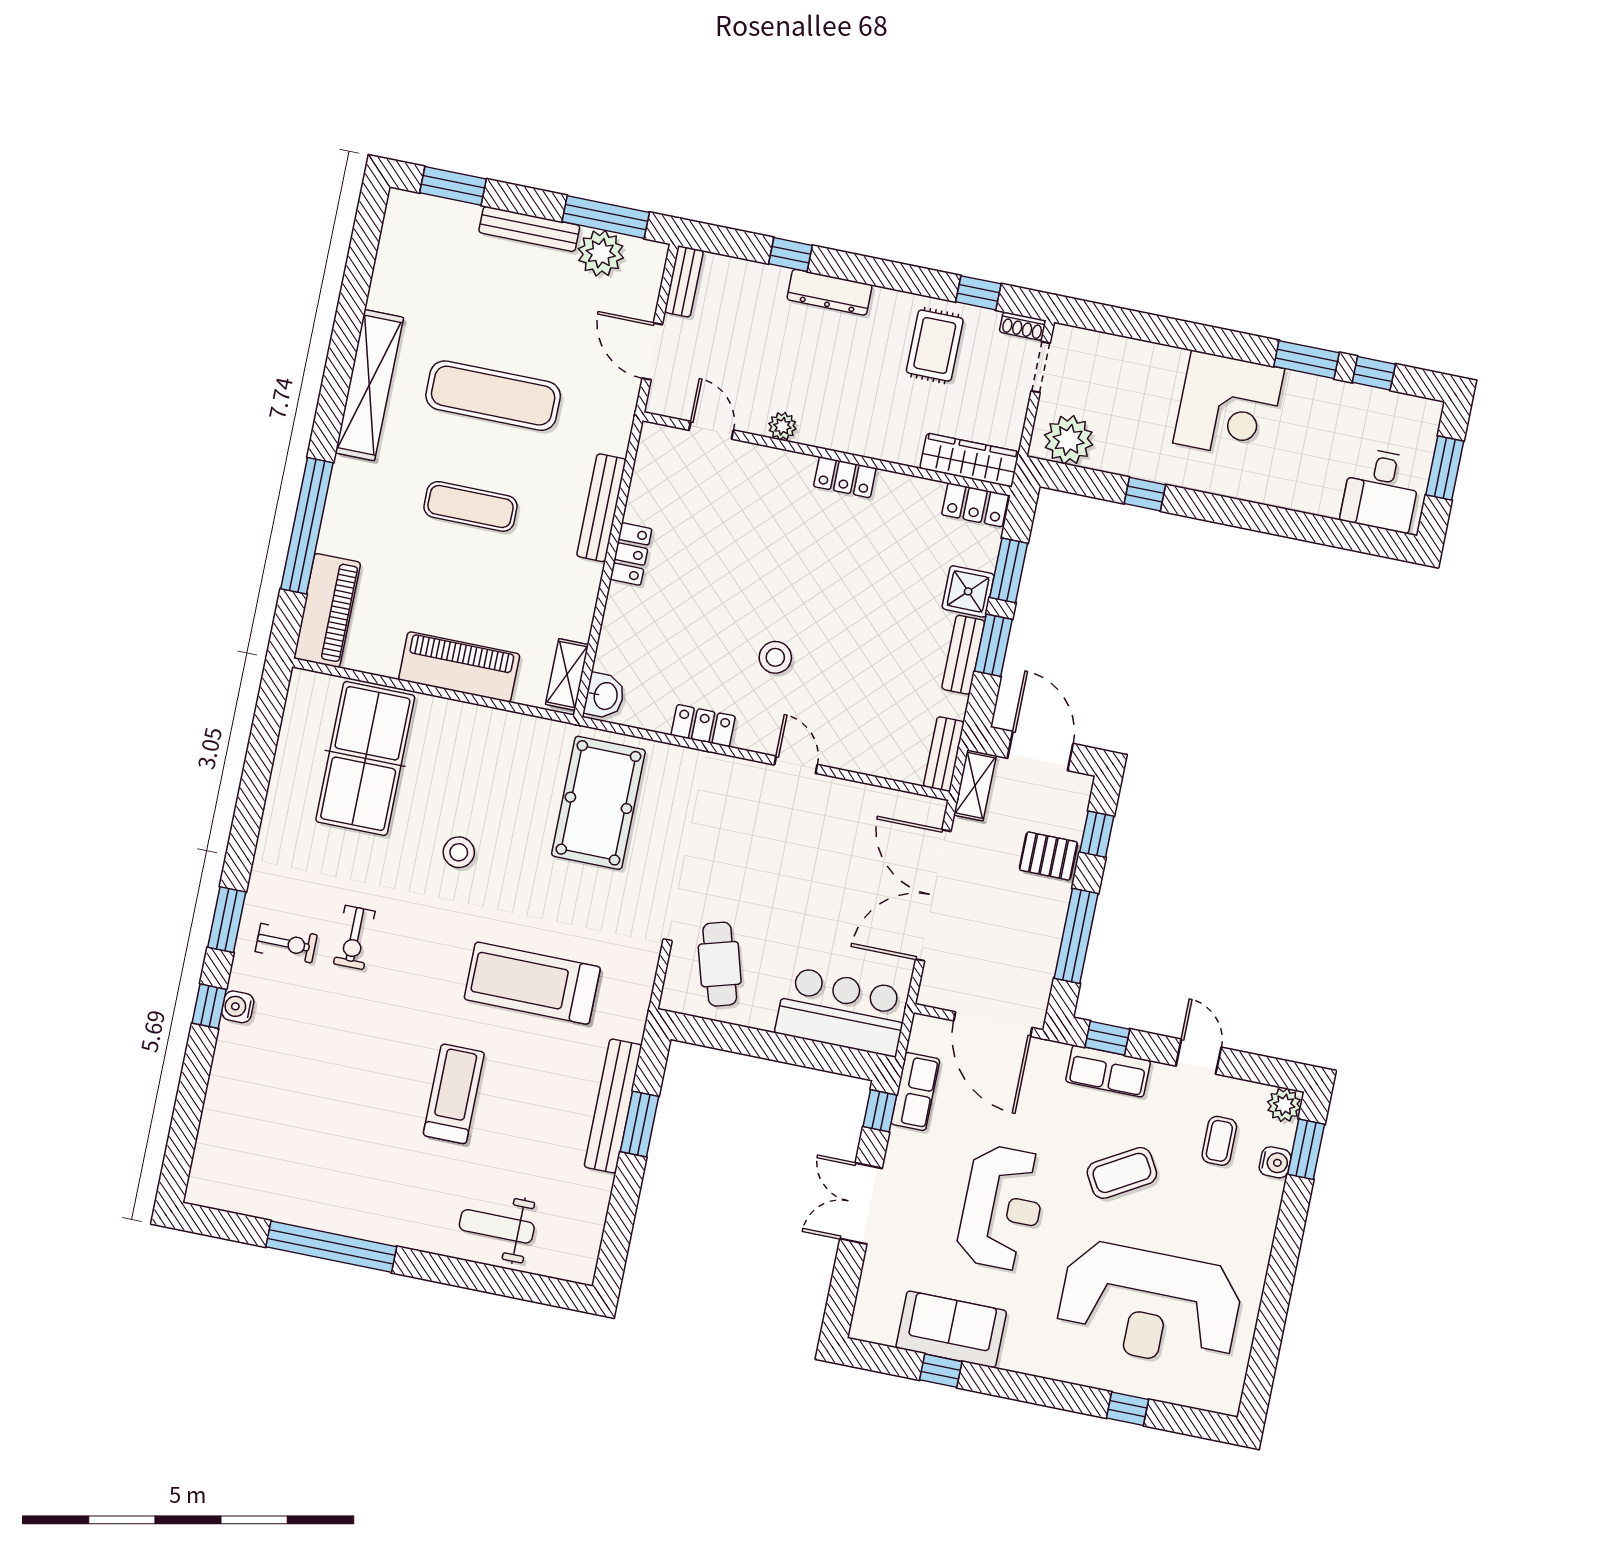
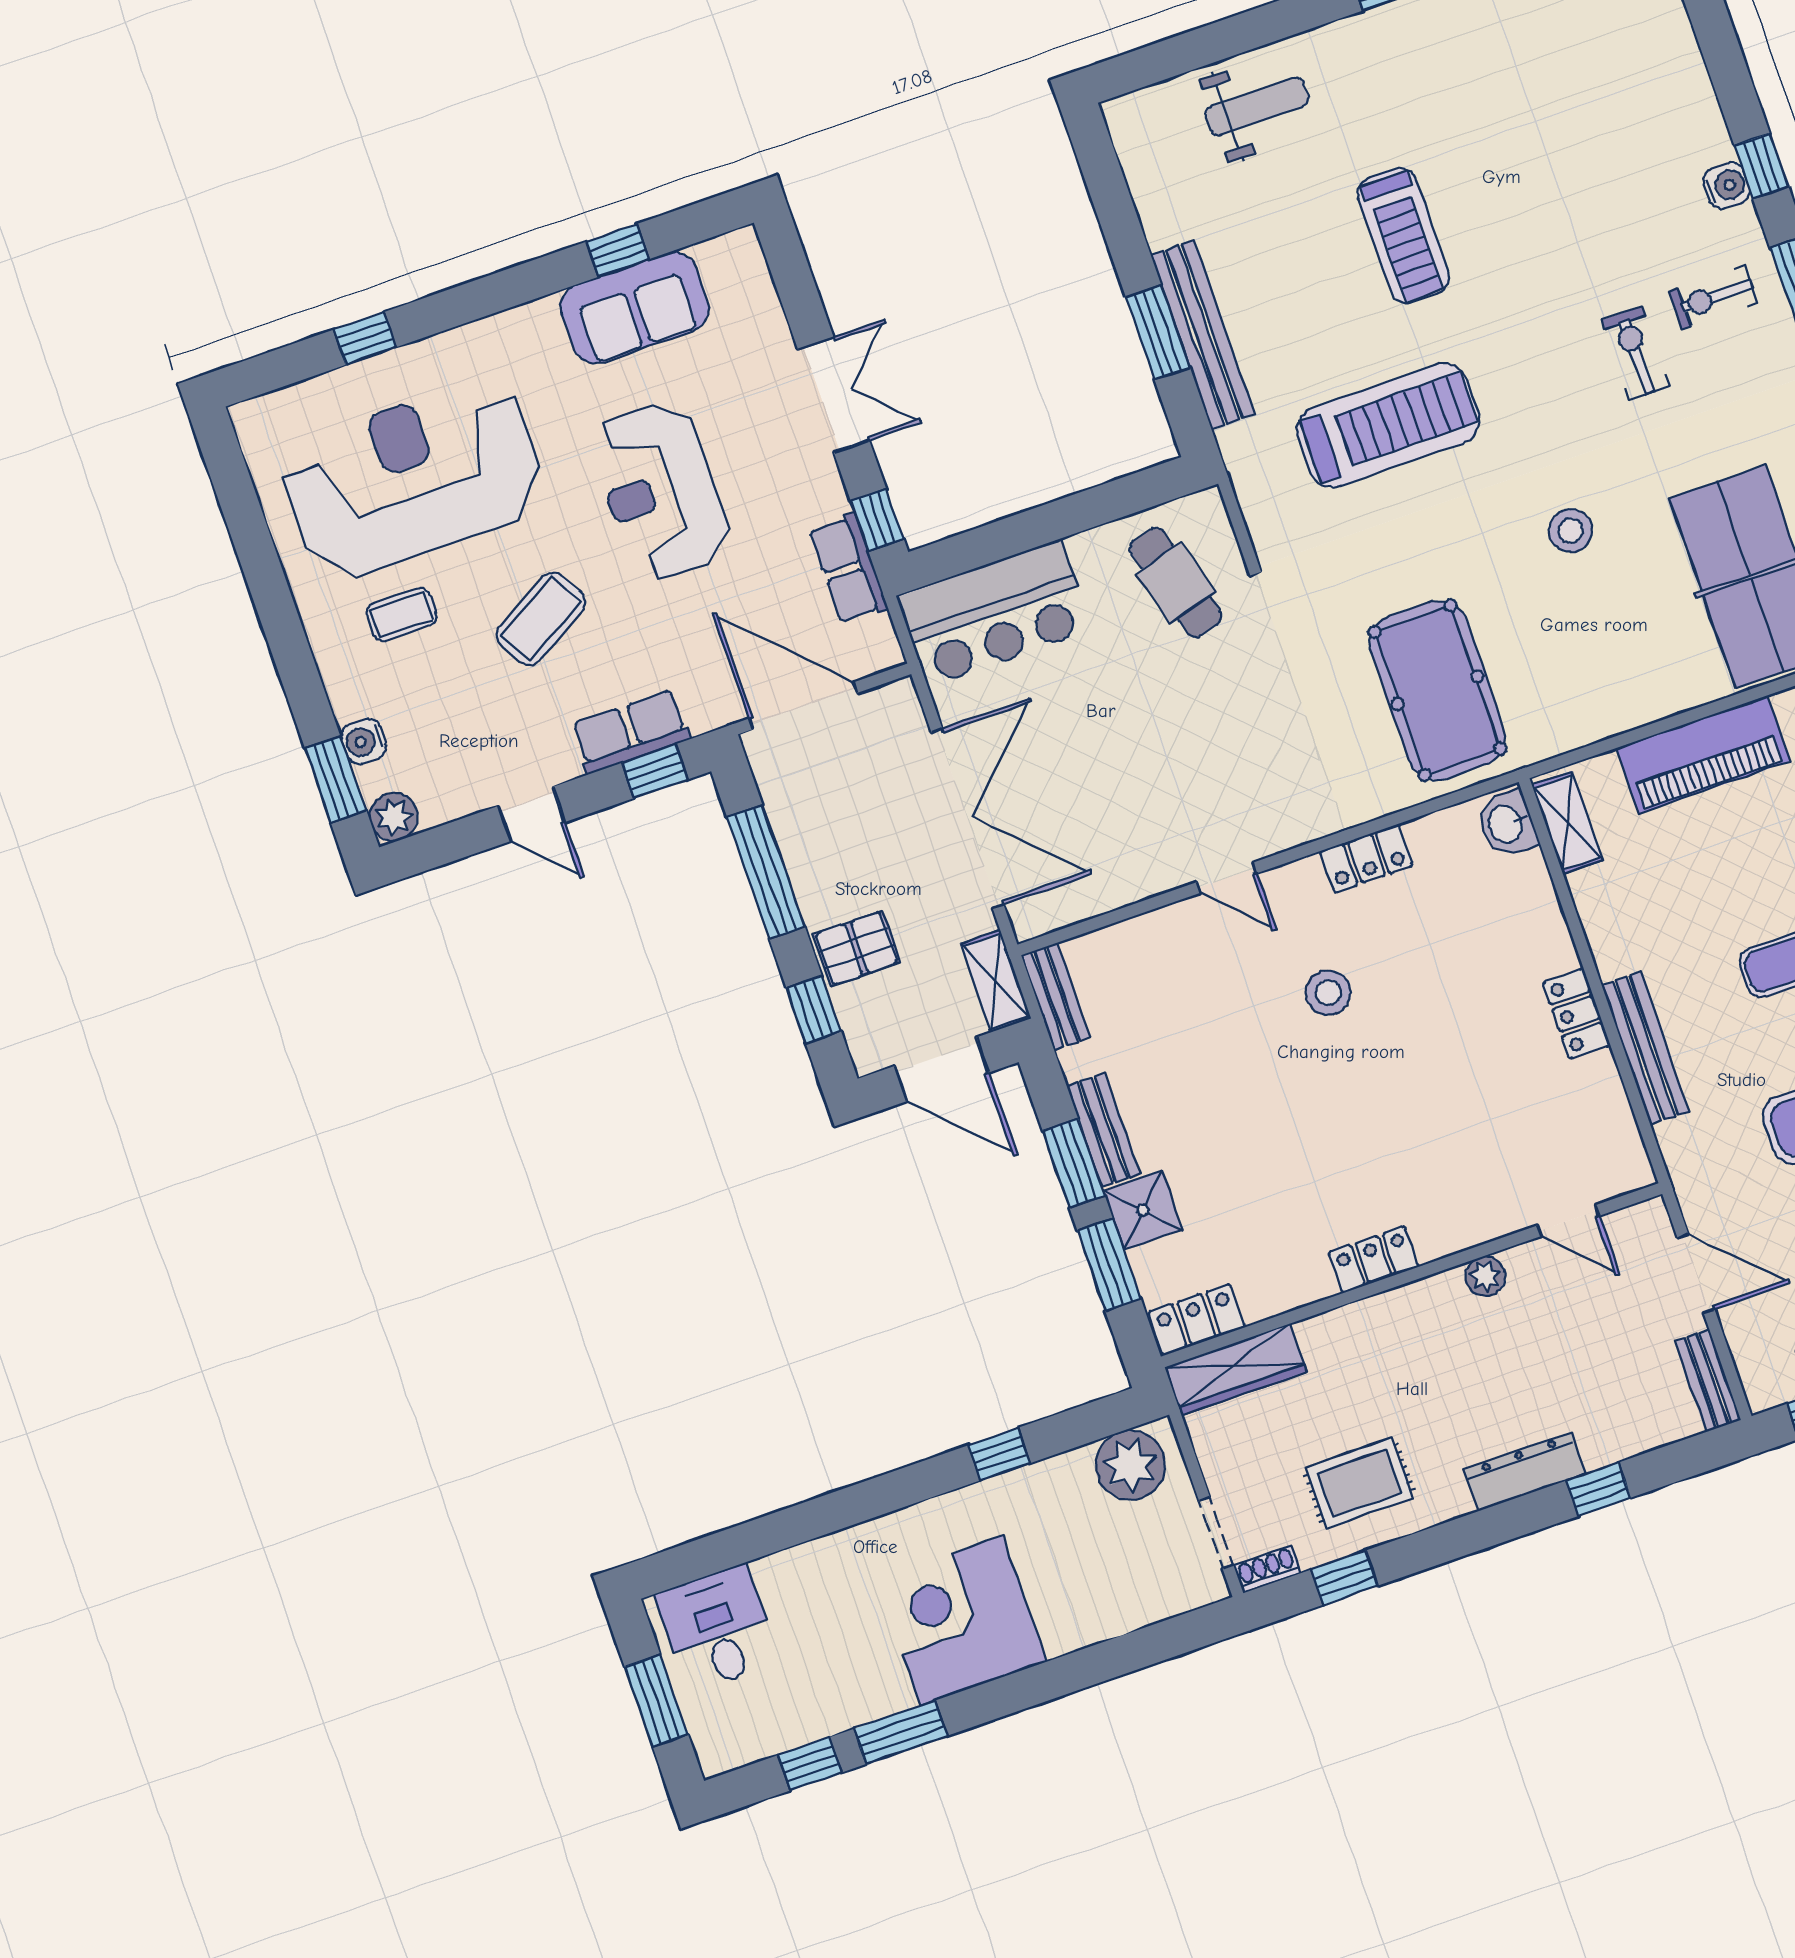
rug: (935, 346) -> (1359, 1483), turned 90
coffee table: (1219, 1141) -> (402, 615), moved, turned 90

